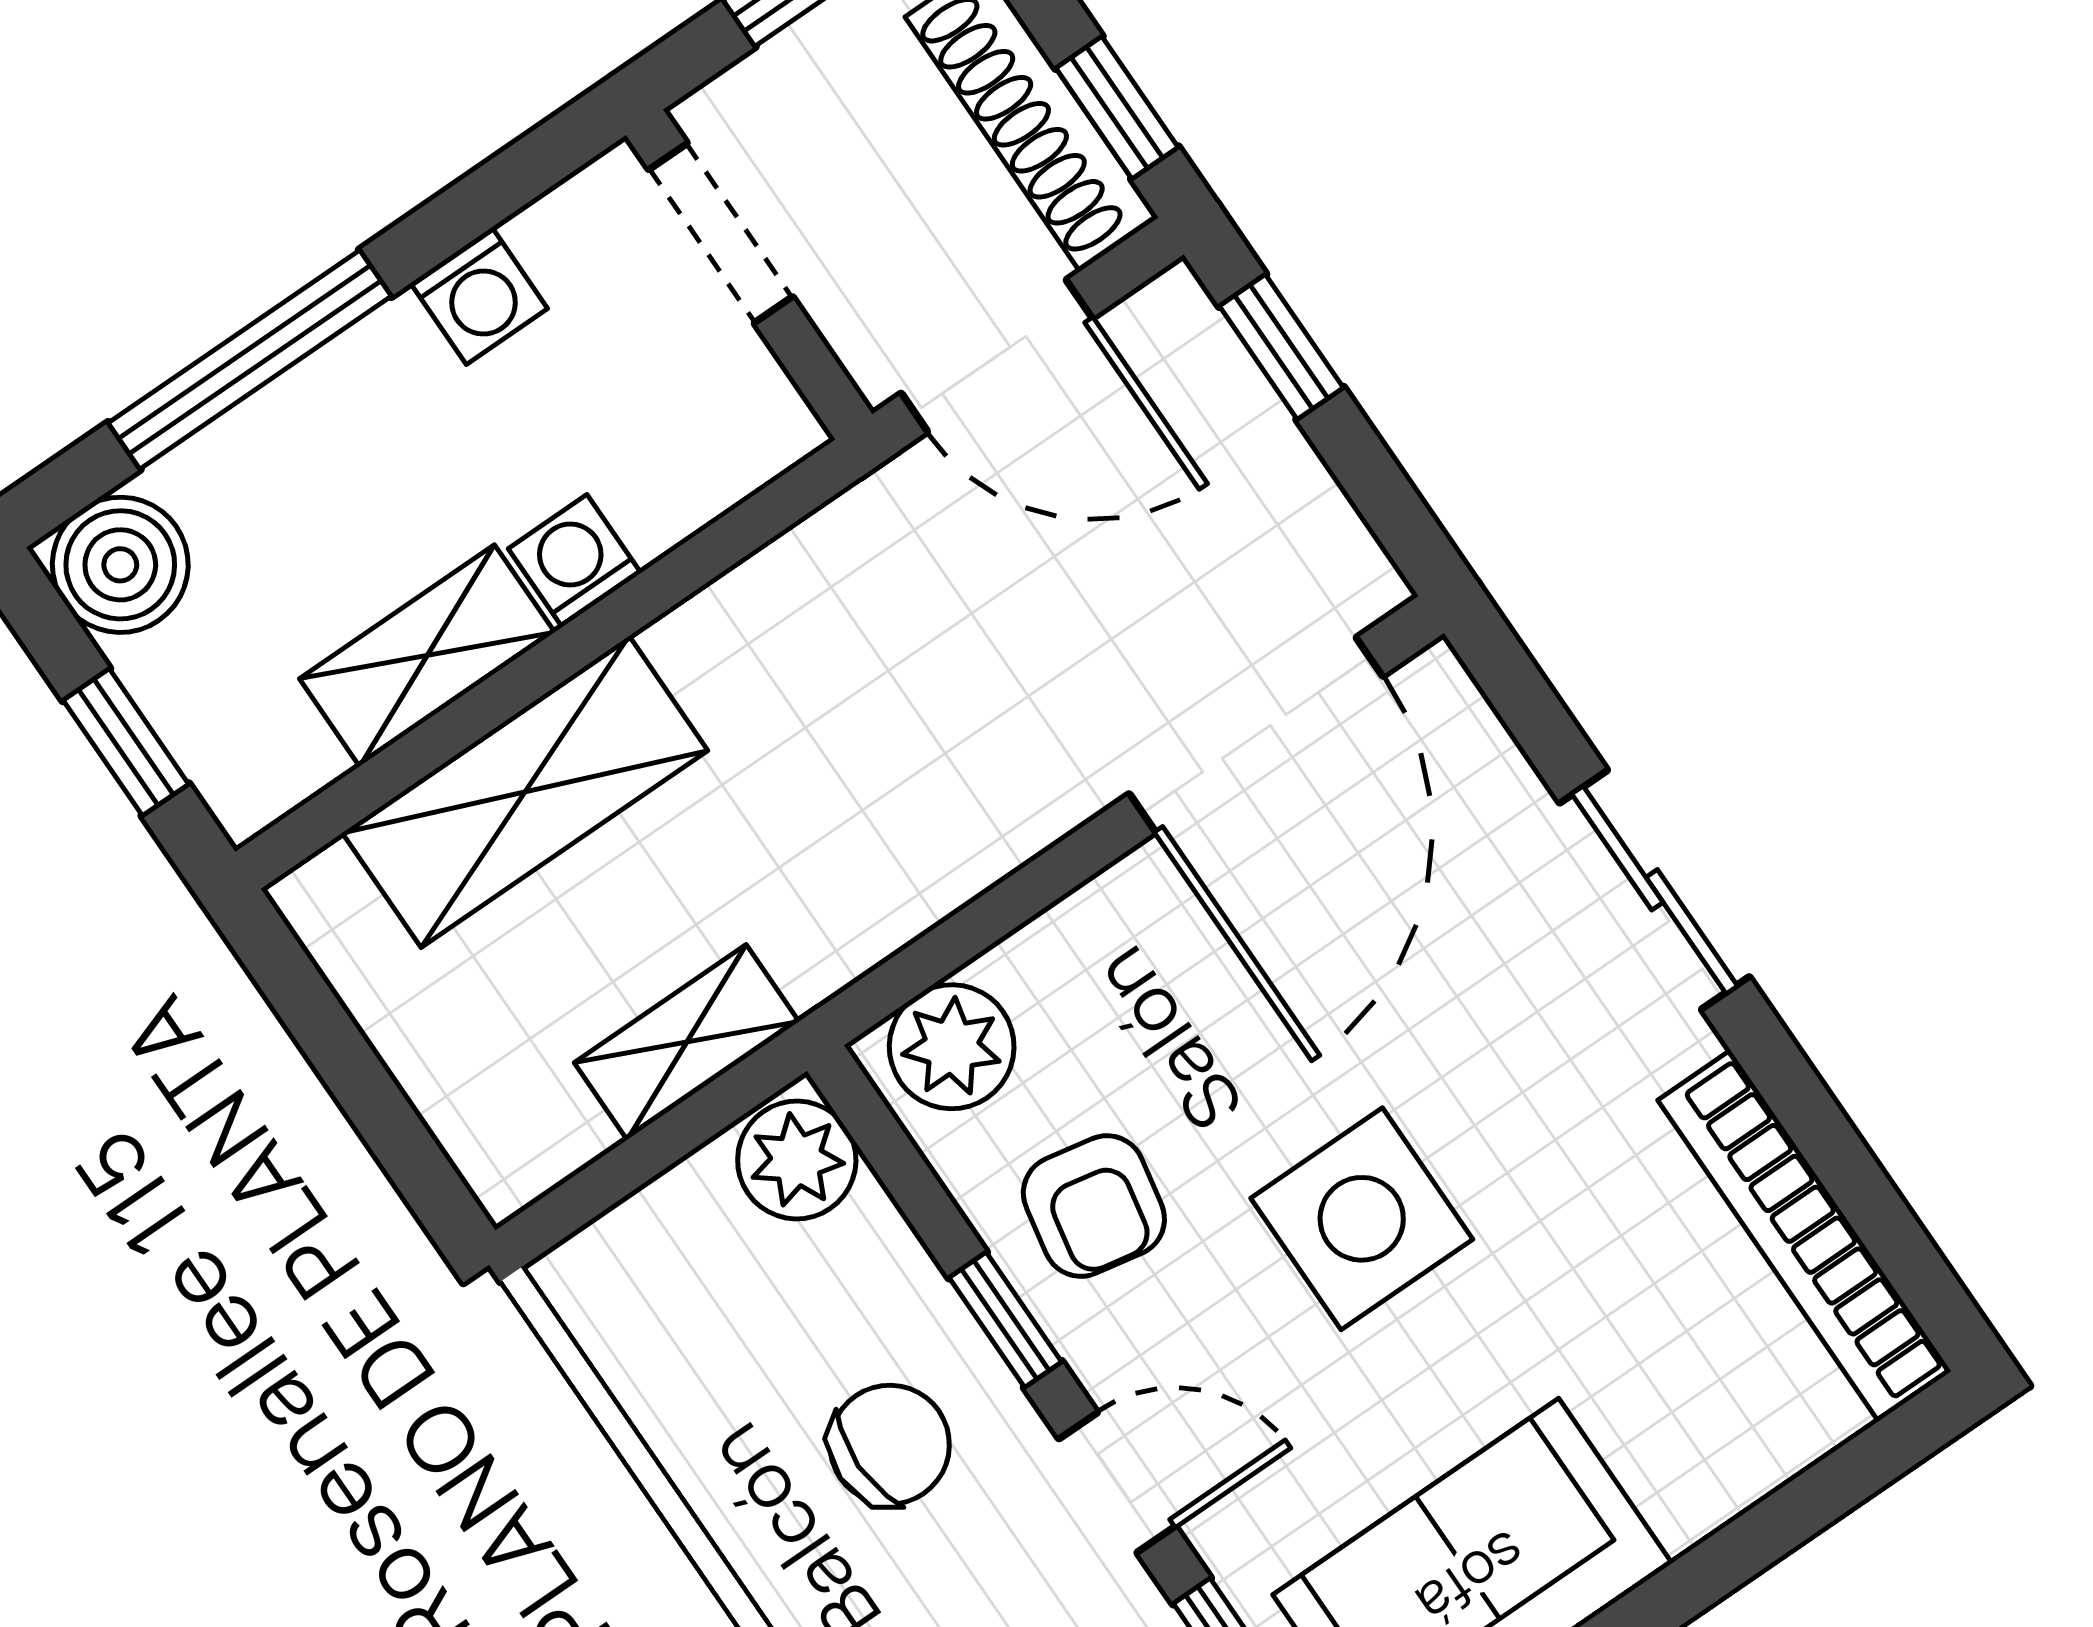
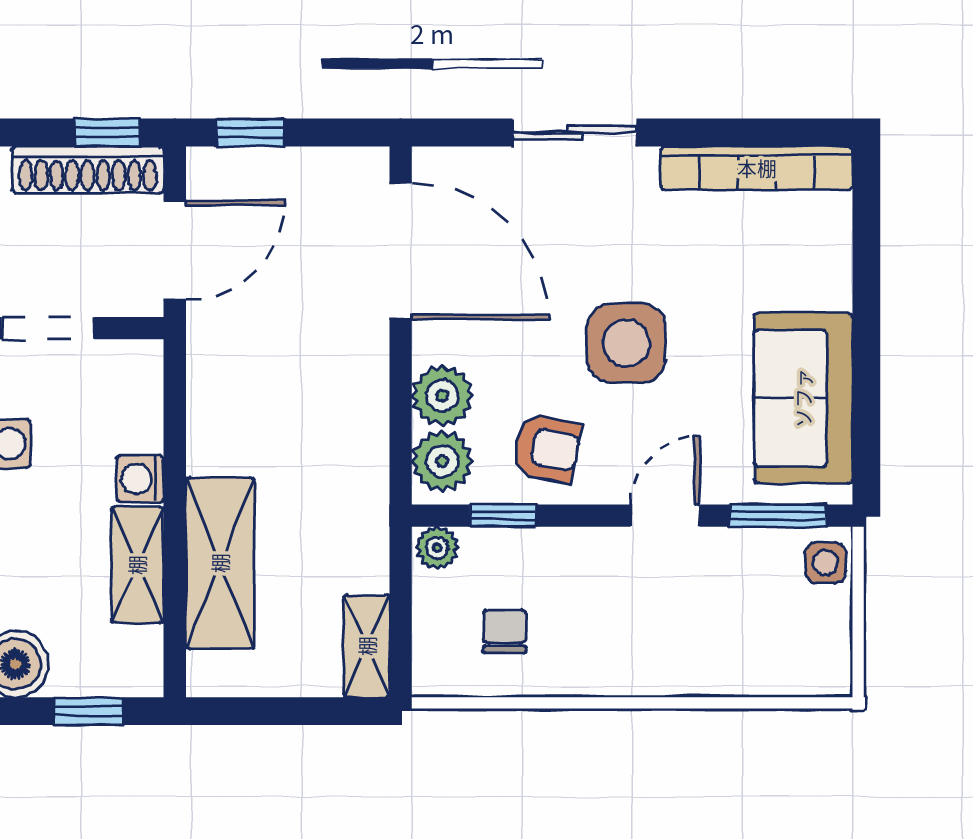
plant: (1061, 971) -> (442, 396), added
shelving: (687, 1042) -> (367, 646), moved
plant: (797, 1160) -> (437, 548), width x0.73, depth x0.73
window: (1005, 1320) -> (503, 516), moved
chair: (890, 1445) -> (505, 631), moved, width x0.73, depth x0.73

